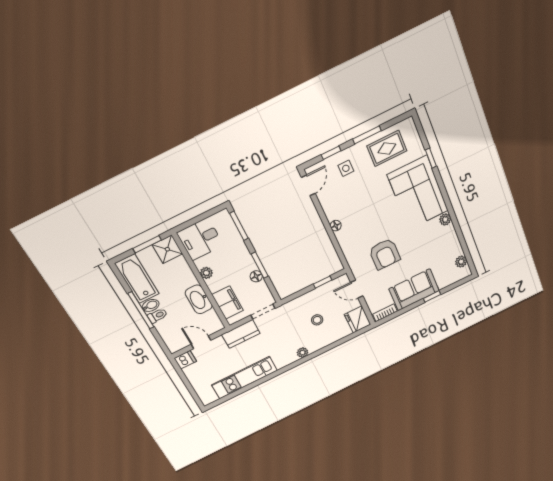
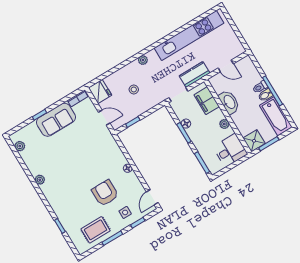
corner sofa: (418, 193) -> (66, 199), removed
armchair: (385, 254) -> (105, 193), moved
dishwasher: (185, 360) -> (238, 50), removed
kitchen unit: (245, 378) -> (189, 36), width x1.36

